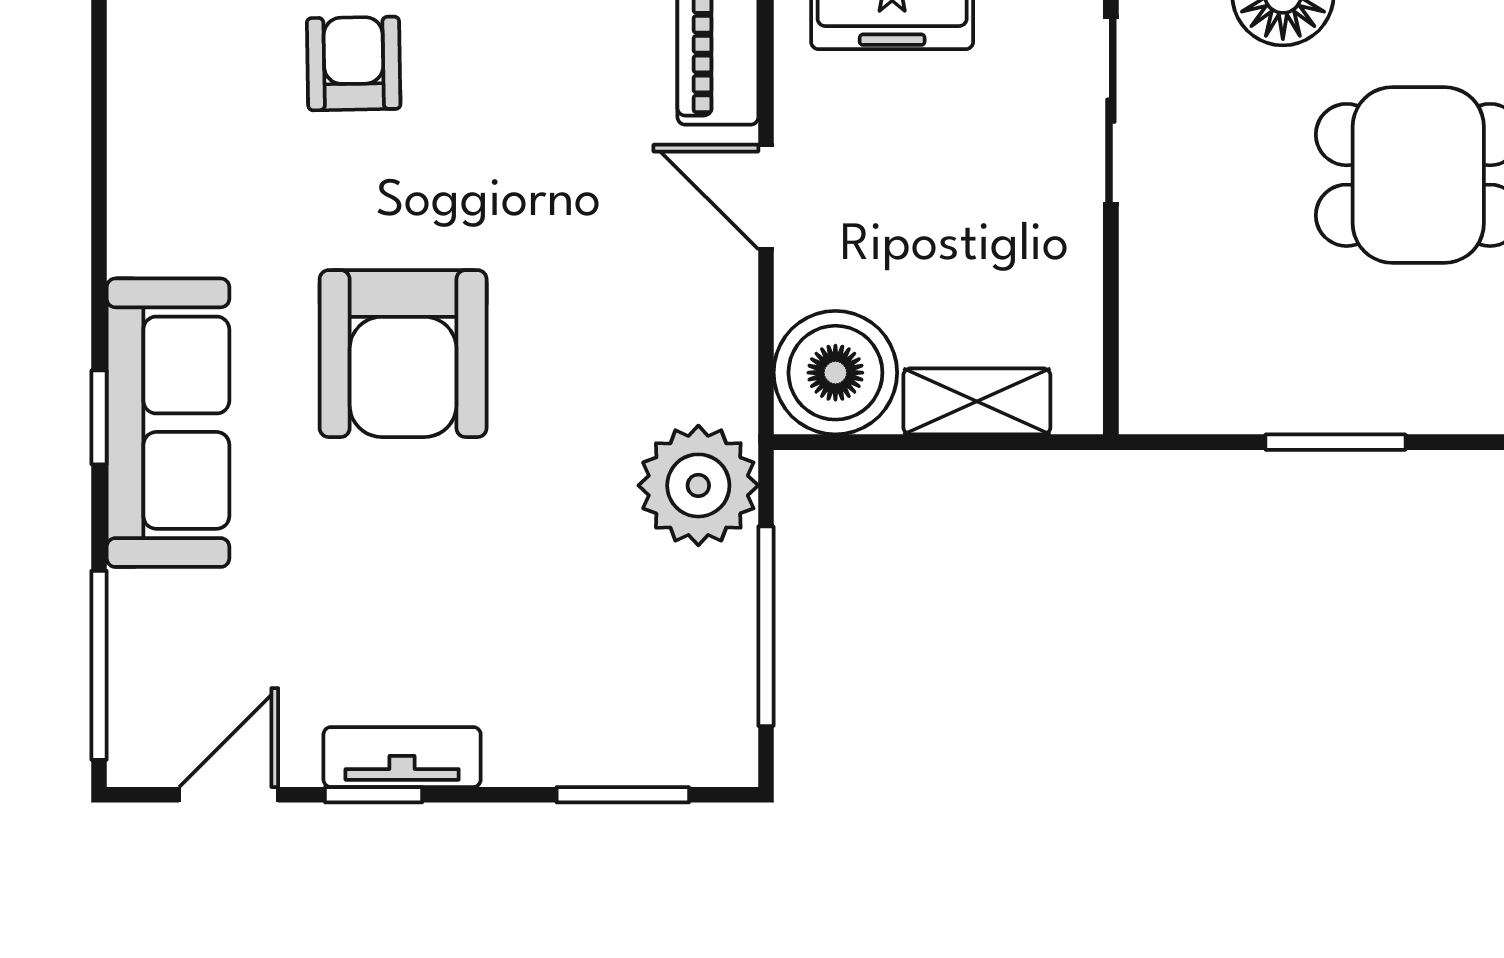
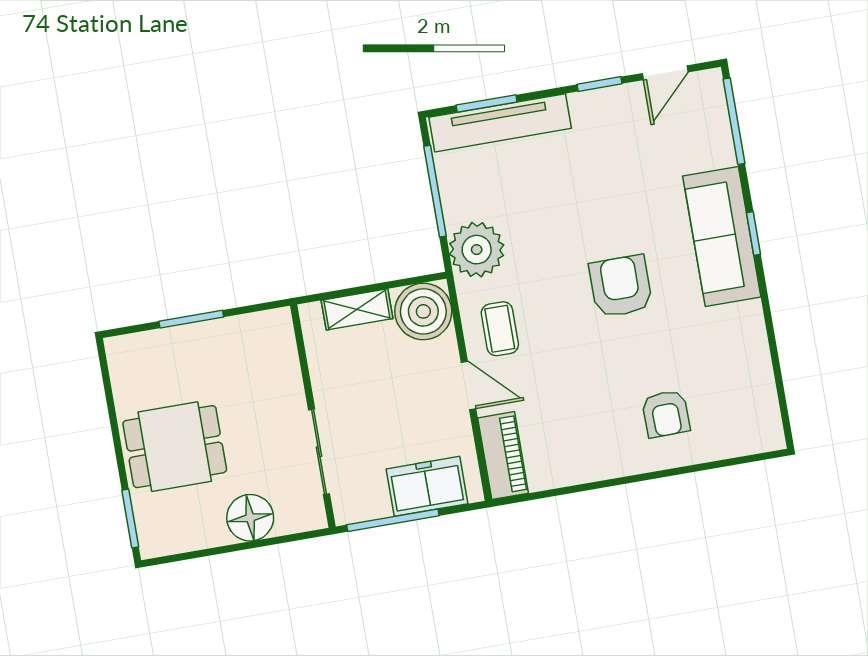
coffee table: (678, 307) -> (500, 329), added
armchair: (403, 354) -> (621, 286), width x0.73, depth x0.73
tv unit: (402, 757) -> (500, 123), moved, width x1.92, depth x1.29

